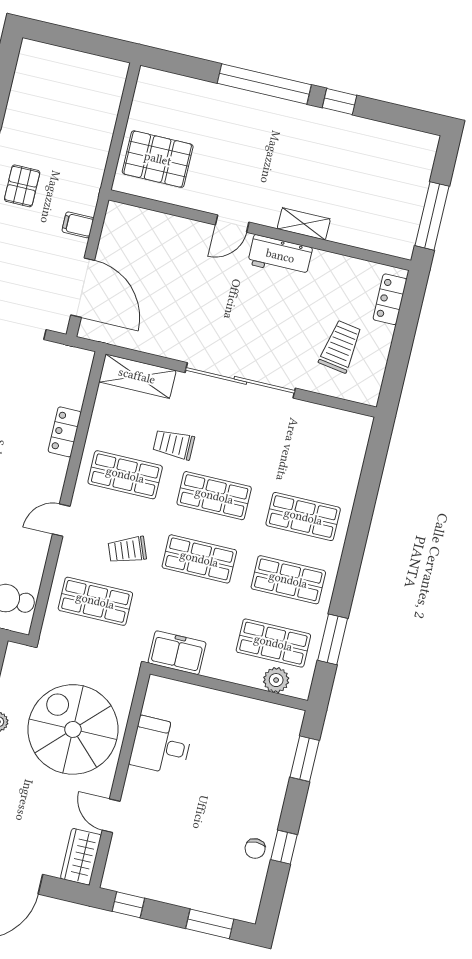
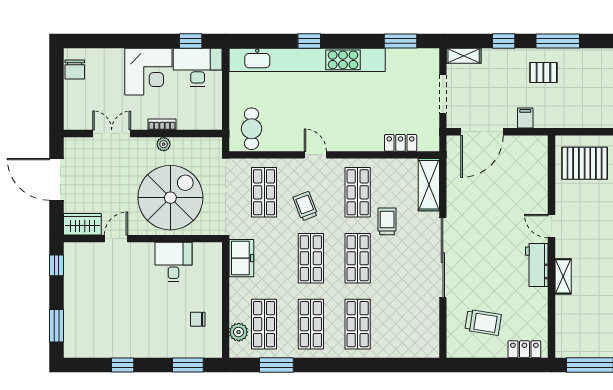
pallet: (158, 159) -> (585, 163), turned 90
locker: (65, 432) -> (401, 143), moved
chair: (255, 849) -> (198, 319), moved

